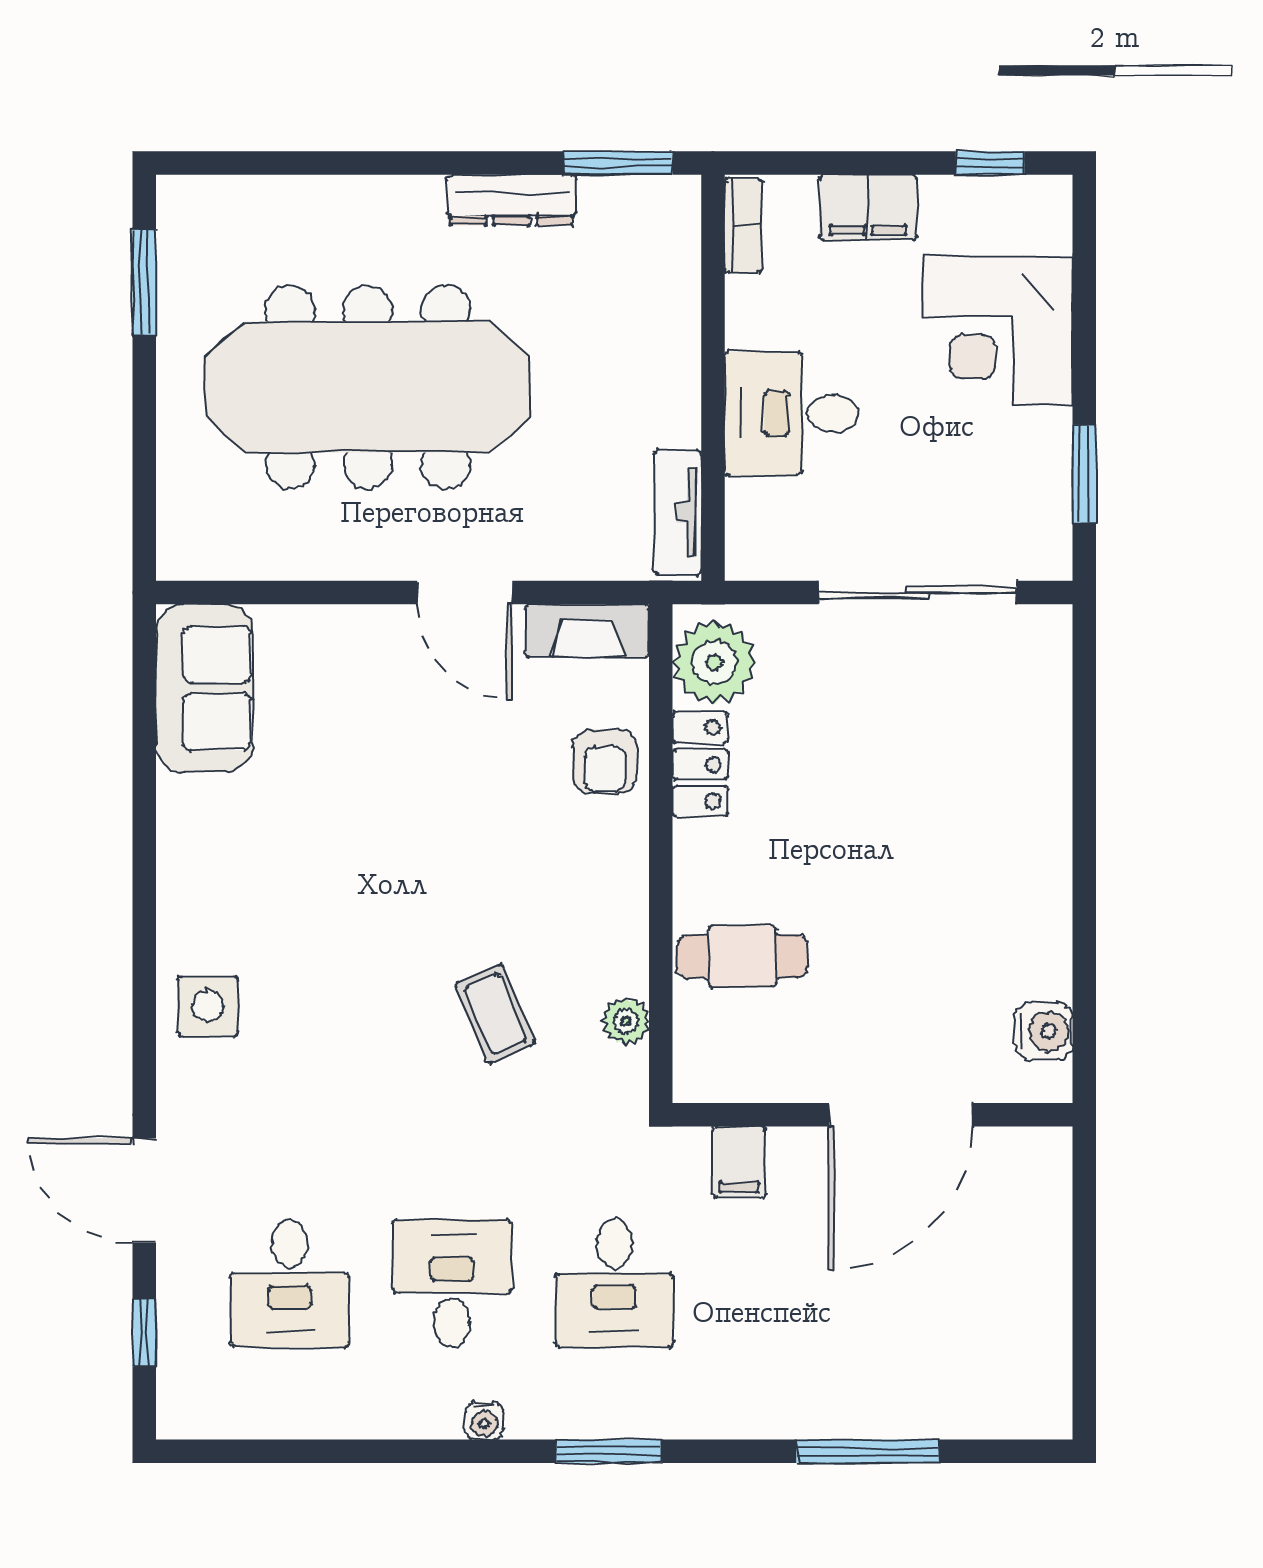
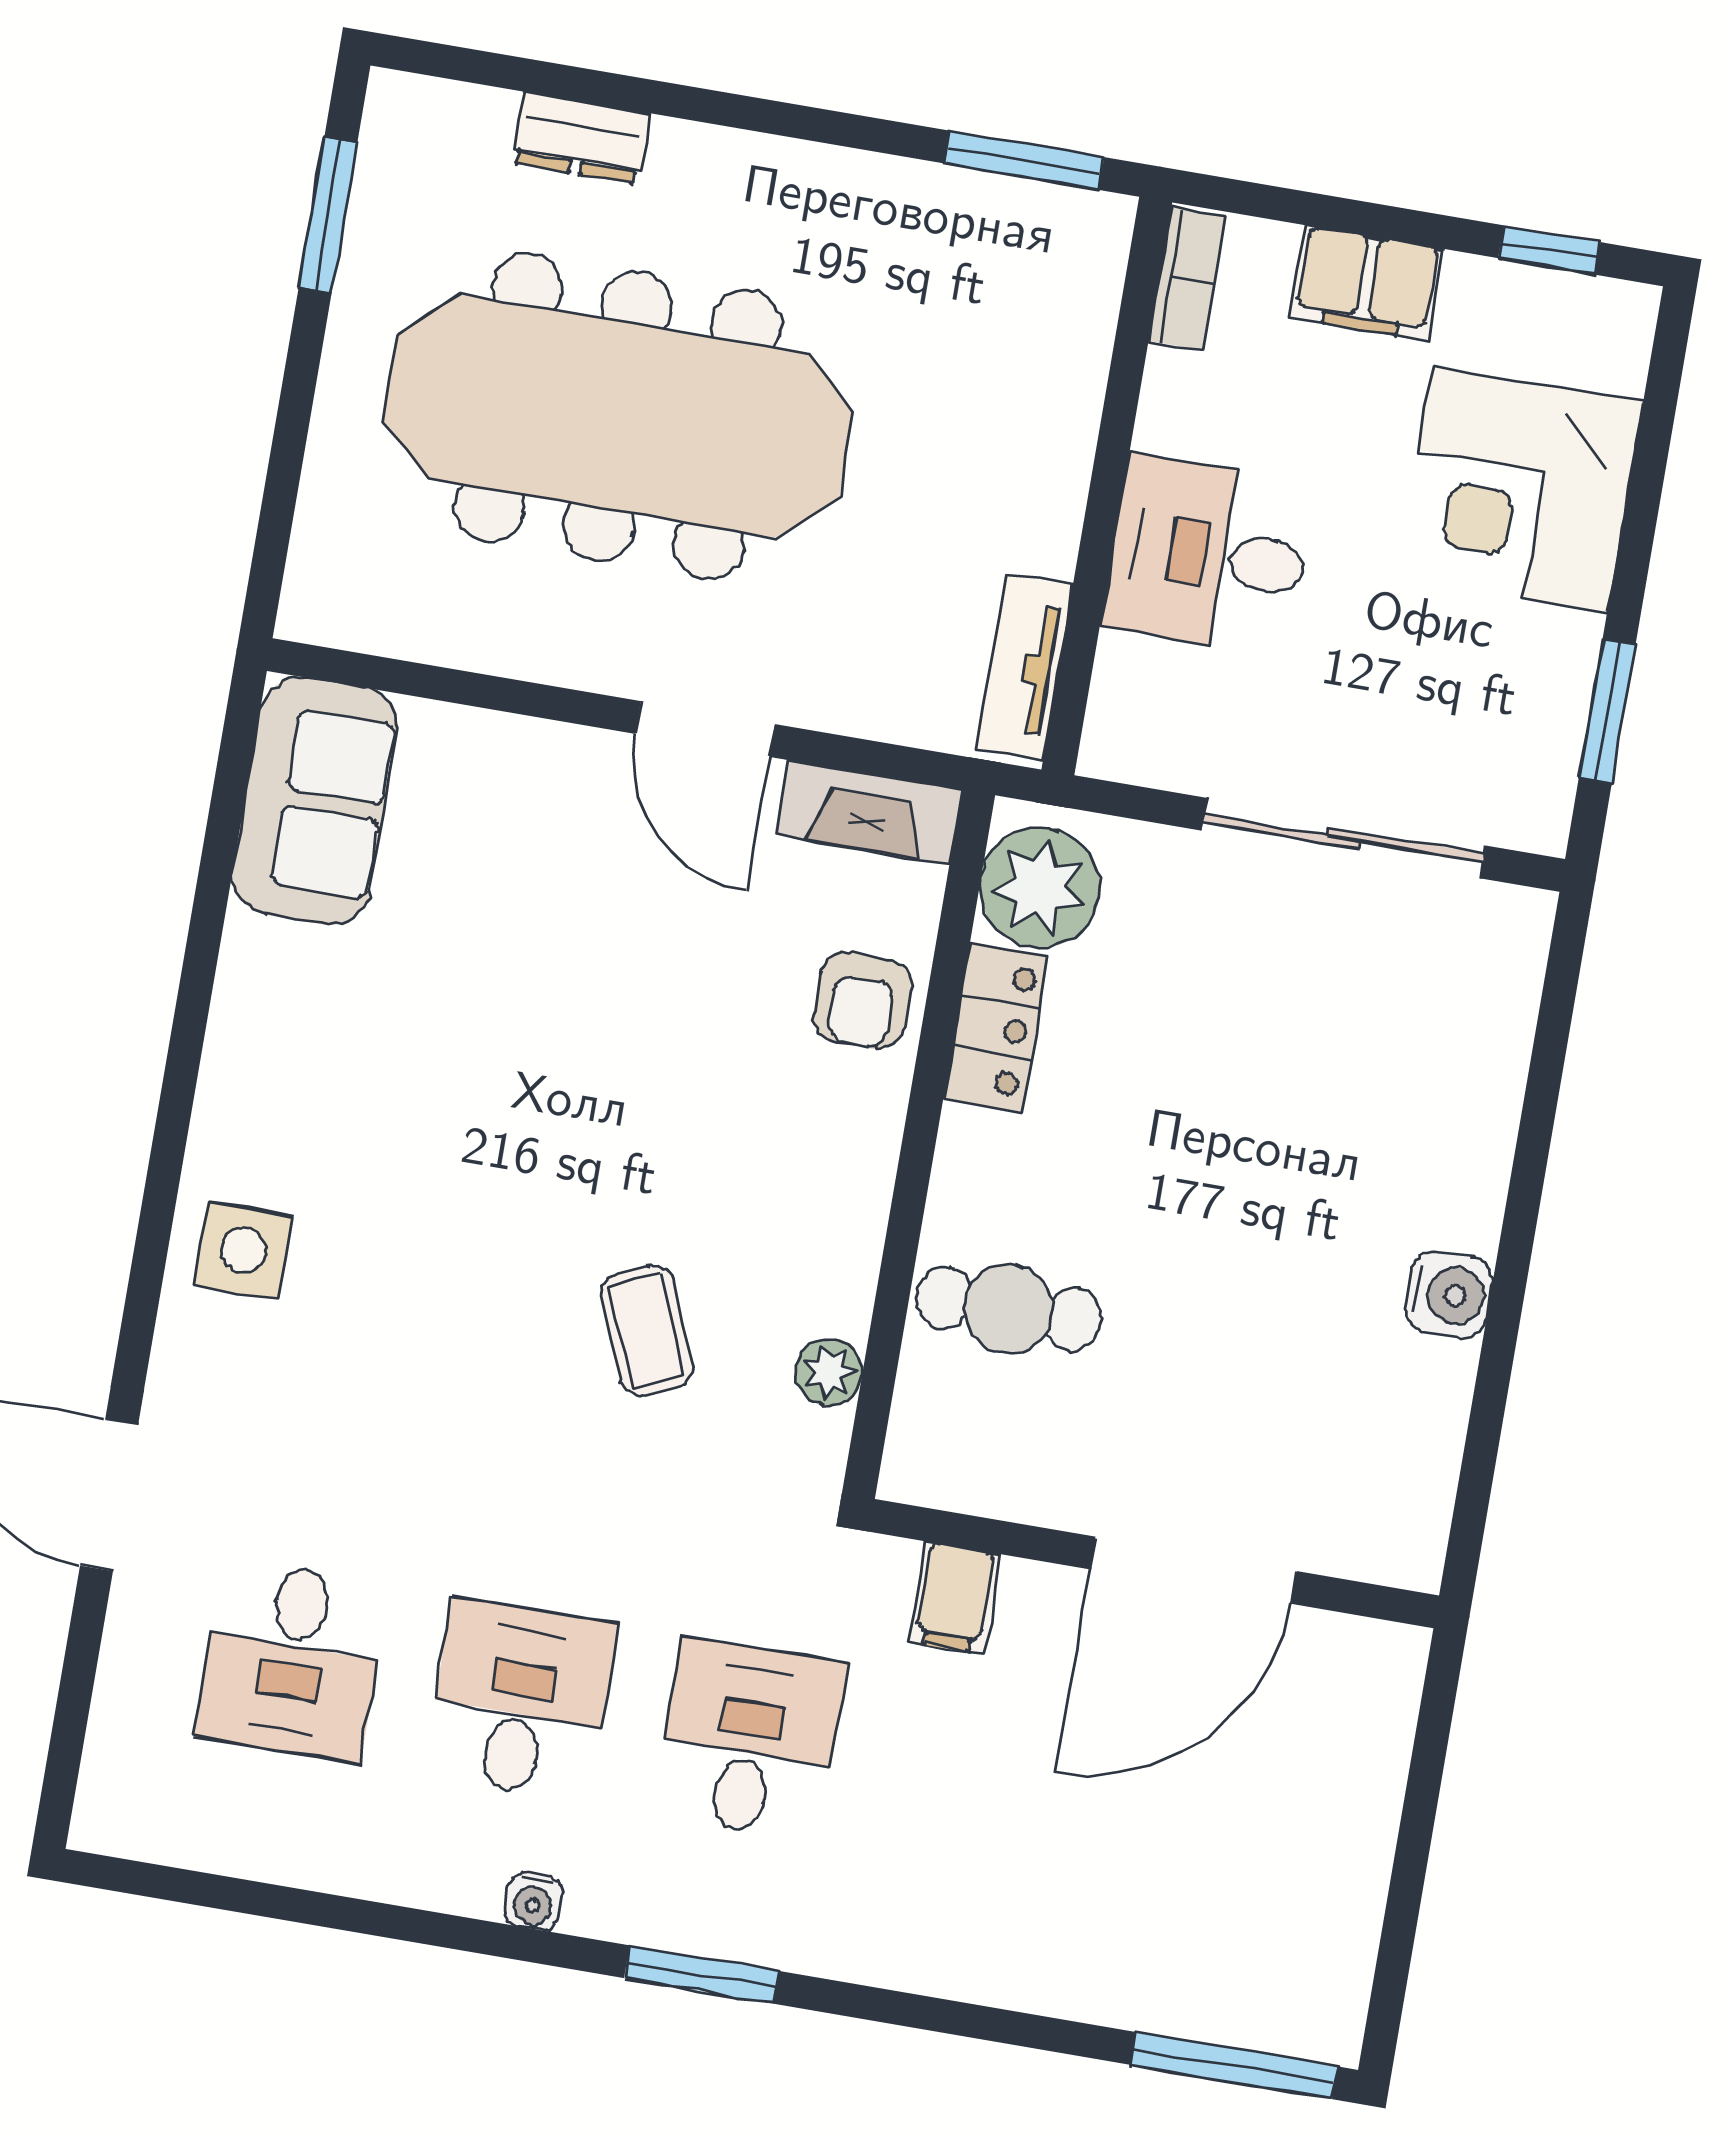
dresser: (511, 200) -> (581, 138), moved, width x0.70
water cooler: (1044, 1031) -> (1449, 1295), moved
desk: (614, 1283) -> (750, 1739), turned 180
window: (144, 1333) -> (75, 1695), removed
window: (868, 1451) -> (1234, 2066), moved

